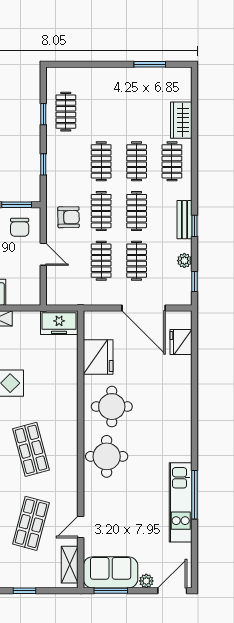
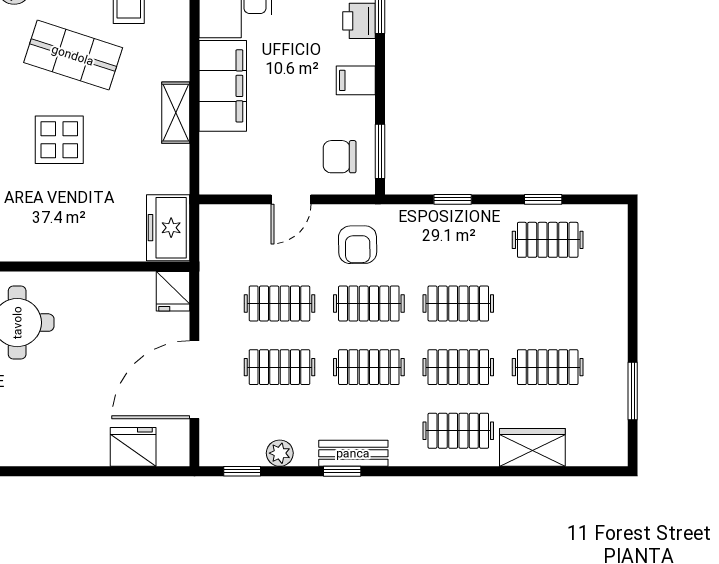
clothes rail: (137, 112) -> (548, 367), added
fridge: (98, 357) -> (173, 291), moved, width x0.53, depth x0.75

